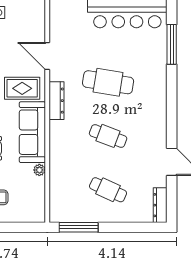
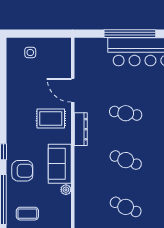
cafe table: (108, 82) -> (126, 113), width x0.73, depth x0.74
sofa: (32, 132) -> (60, 164), width x0.73

